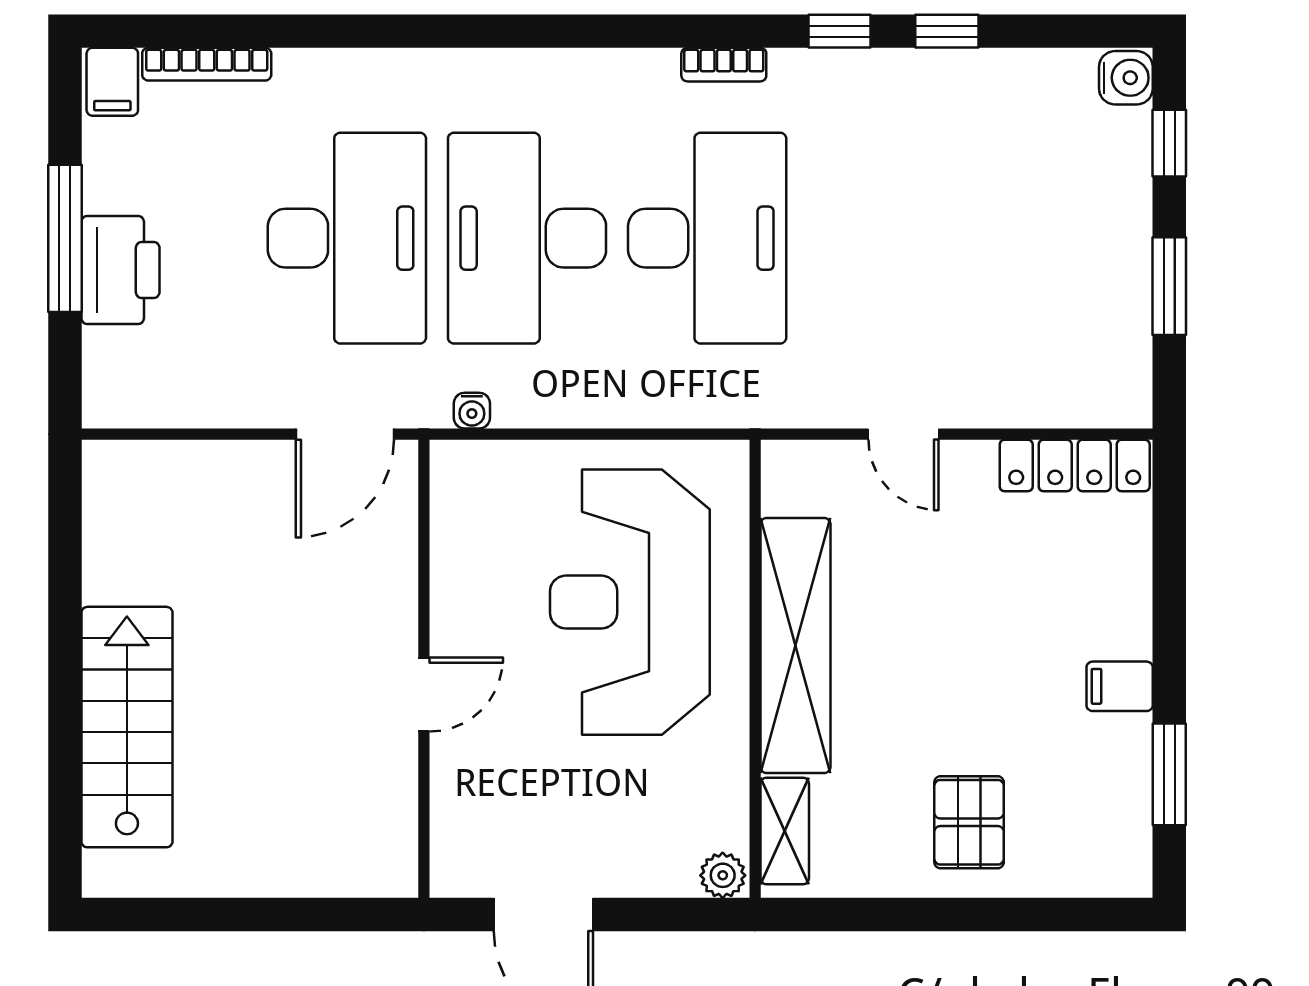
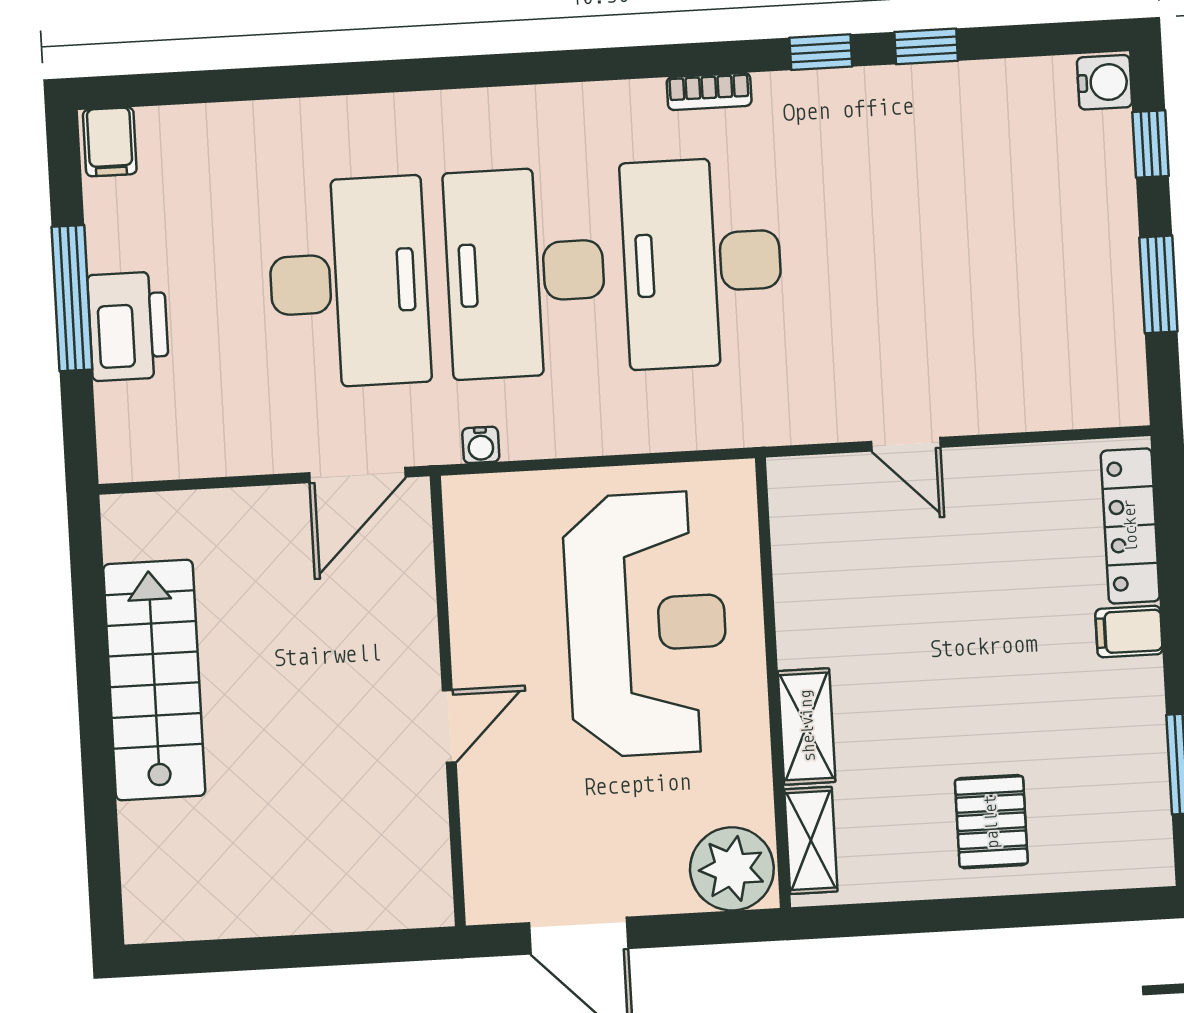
bookcase: (207, 64) -> (202, 119), removed
desk: (707, 238) -> (702, 263), turned 180
locker: (1075, 465) -> (1130, 526), moved, turned 90
reception desk: (630, 602) -> (646, 624), turned 180
shelving: (795, 646) -> (807, 726), width x0.45, depth x0.75
filing cabinet: (1120, 686) -> (1129, 632), moved
stairs: (127, 727) -> (154, 680), moved
plant: (723, 875) -> (732, 869), width x1.88, depth x1.88

